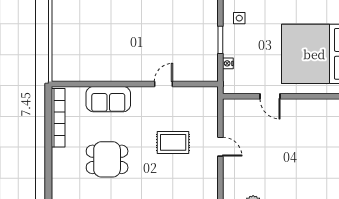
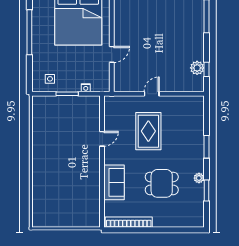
door: (164, 84) -> (102, 139), swing flipped
rug: (173, 142) -> (148, 131), width x1.36, depth x1.43
dining table: (107, 159) -> (162, 183), turned 90

